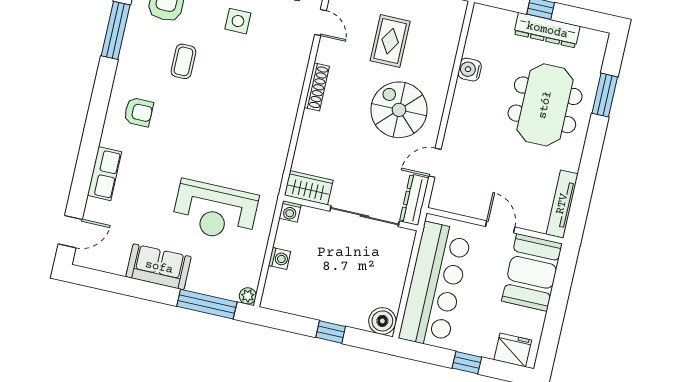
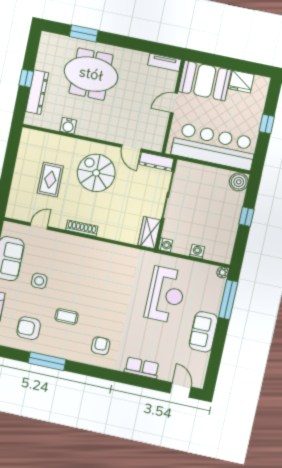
dresser: (547, 30) -> (37, 92), moved
rug: (390, 41) -> (50, 180), turned 90
spiral stairs: (399, 110) -> (96, 173), turned 90
tv unit: (562, 204) -> (164, 62), width x0.71
fridge: (513, 350) -> (241, 82), moved, turned -90

